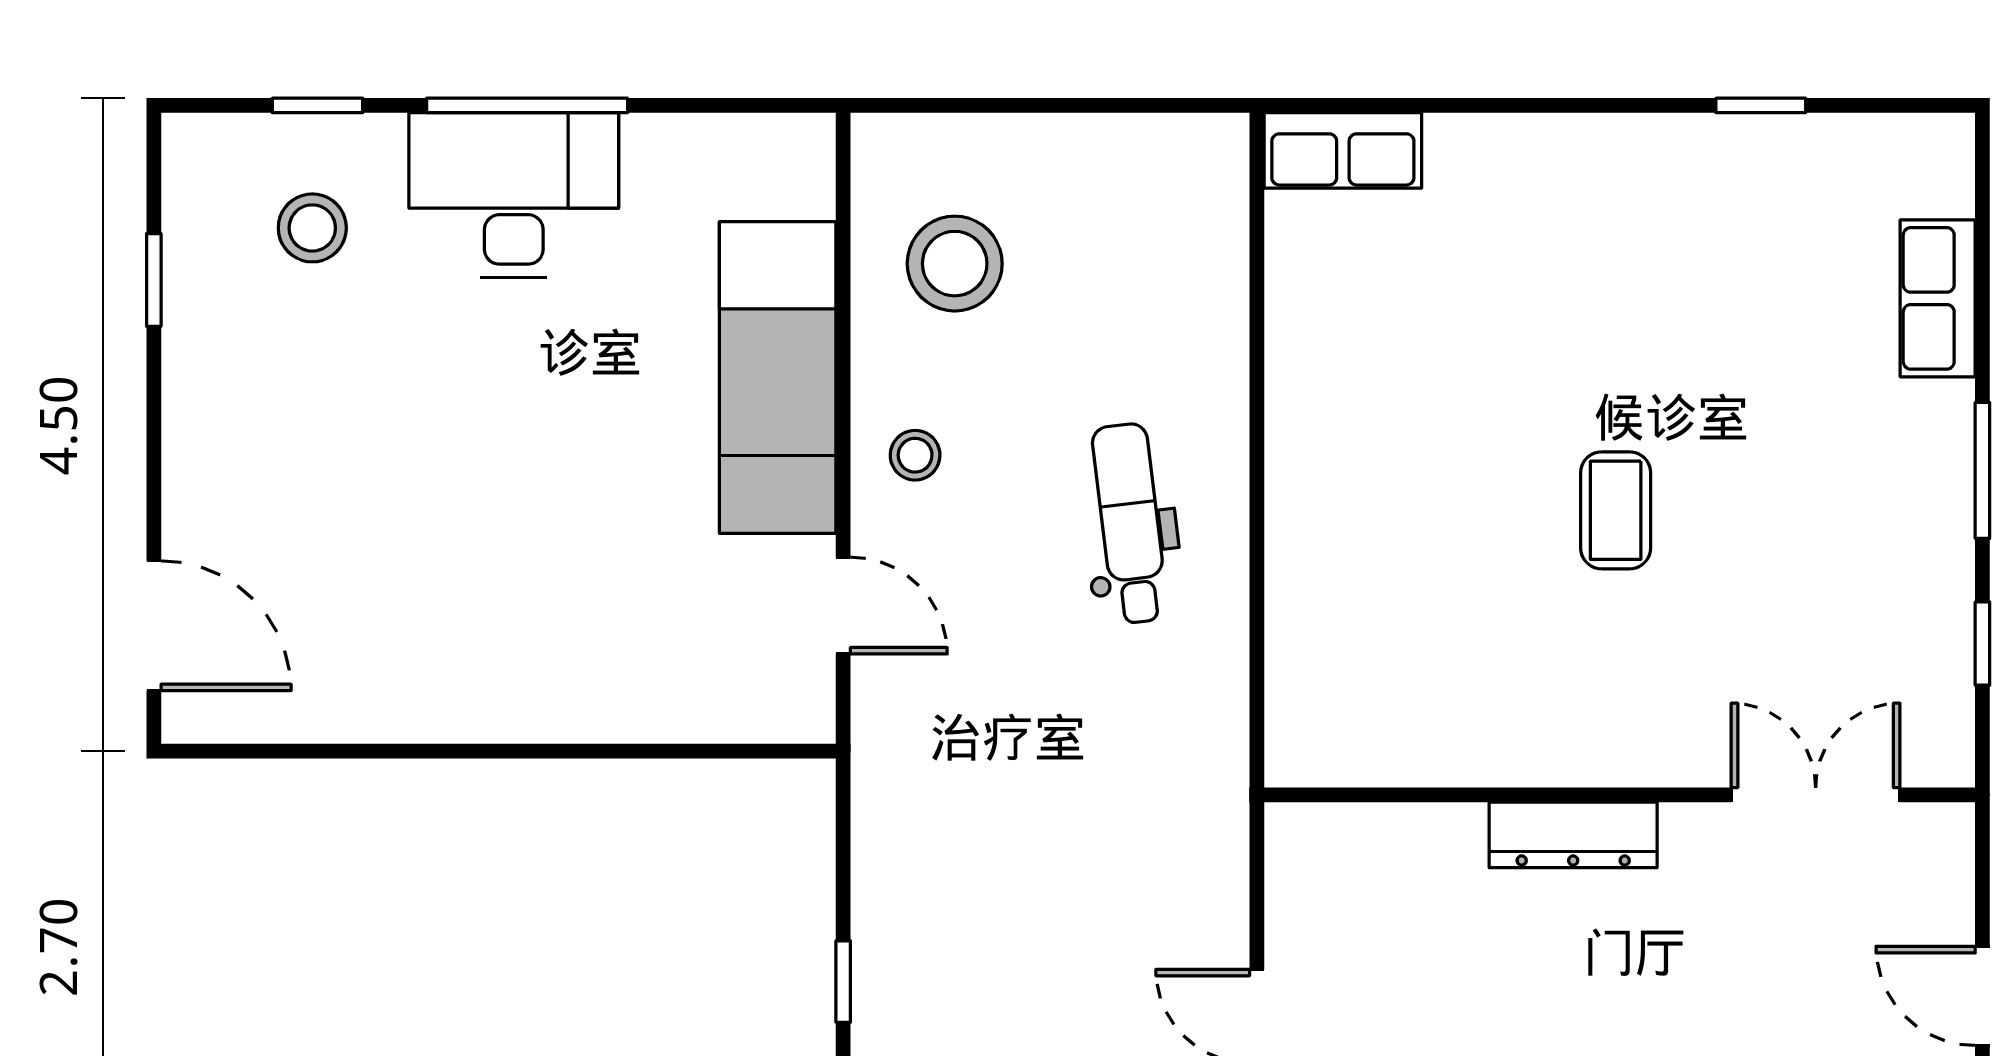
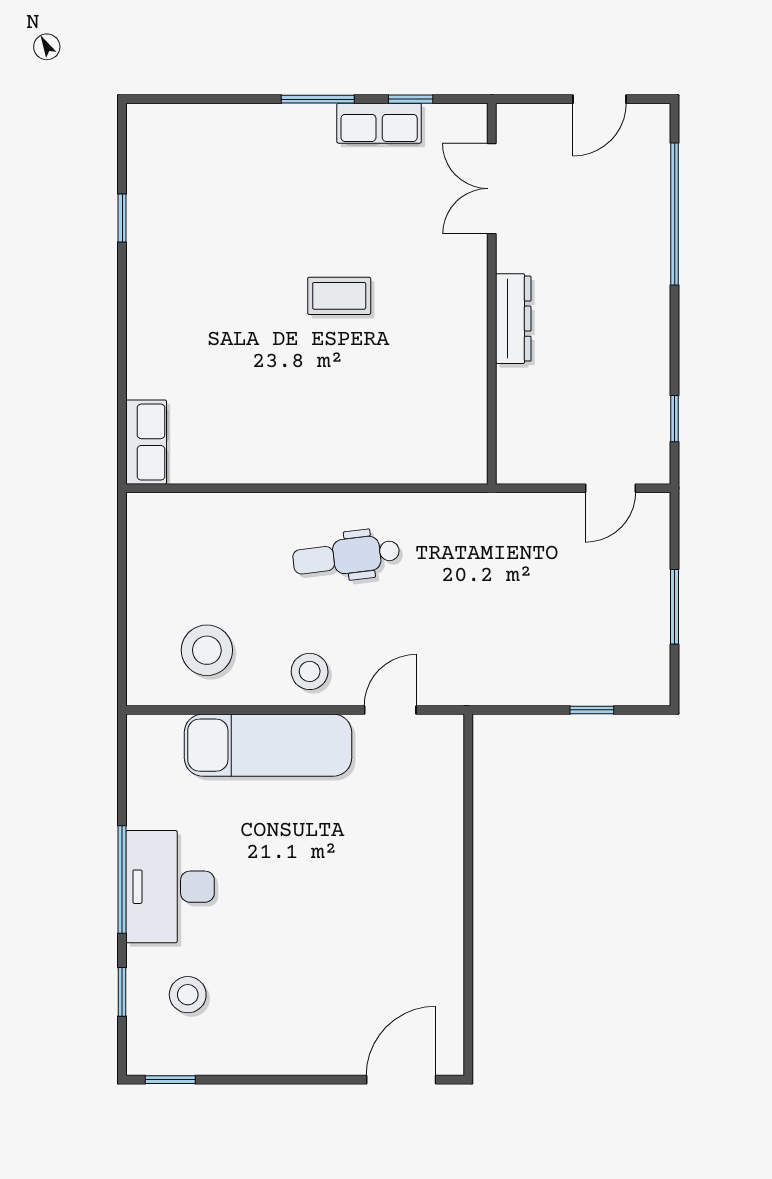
window: (154, 280) -> (170, 1080), moved
row of seats: (1938, 298) -> (379, 123), moved
stool: (915, 455) -> (310, 671), width x1.37, depth x1.37

